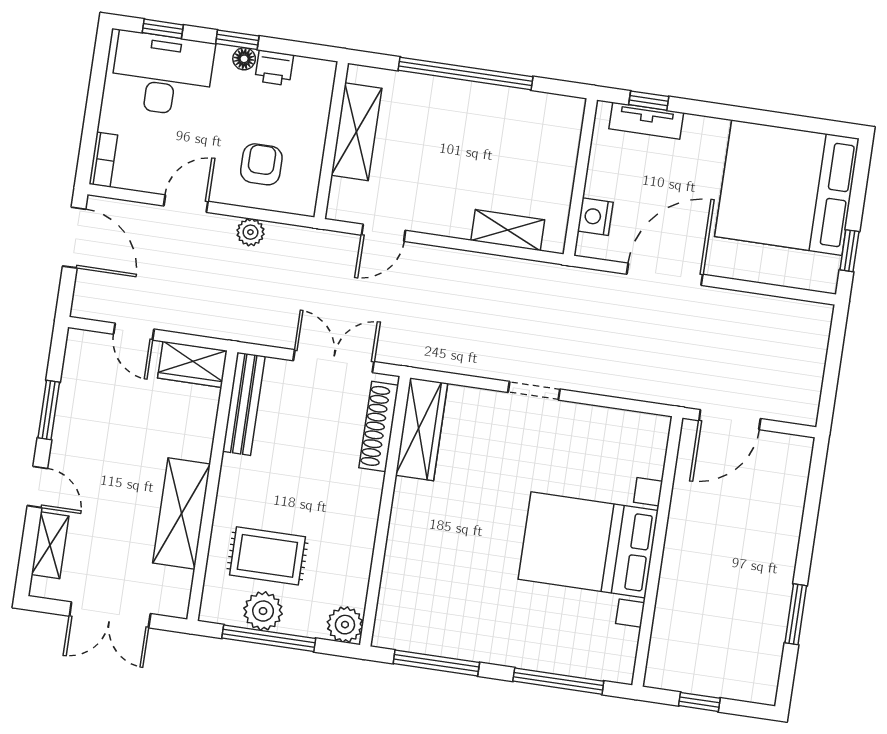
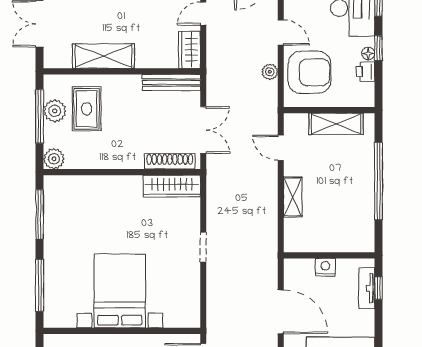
armchair: (261, 164) -> (309, 72), width x1.88, depth x1.88
nightstand: (595, 217) -> (325, 267), moved
shelving: (508, 230) -> (293, 197), moved

